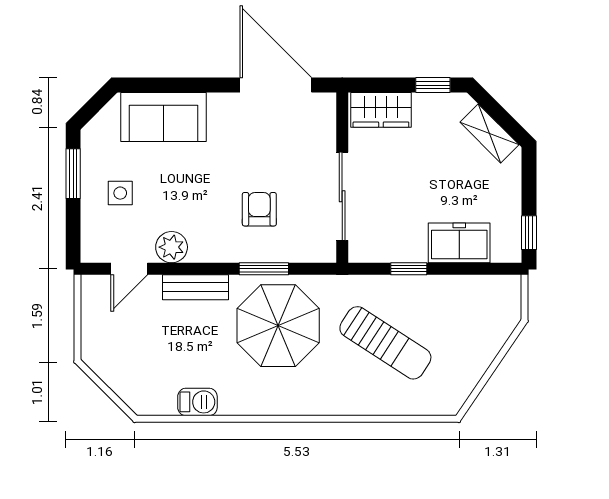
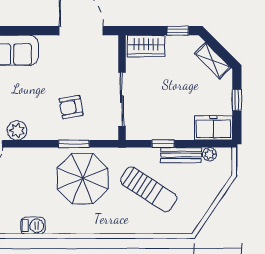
armchair: (259, 209) -> (71, 107), turned -100
window: (529, 233) -> (237, 100), moved
freezer: (459, 243) -> (213, 128), moved
plant: (484, 286) -> (209, 154), added
bench: (195, 287) -> (181, 155), moved

